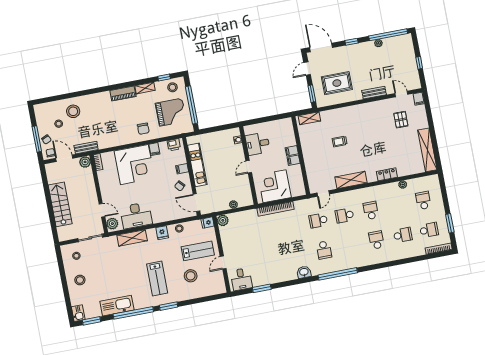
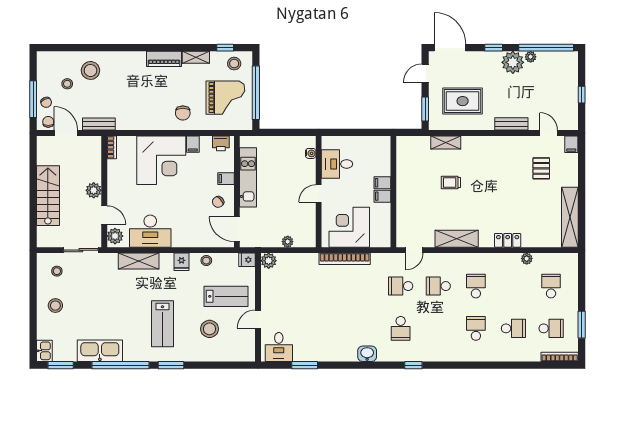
plant: (367, 49) -> (513, 62), added
shelving: (309, 118) -> (446, 143), moved
plant: (85, 162) -> (94, 190), moved
window: (338, 274) -> (413, 365), width x0.32

